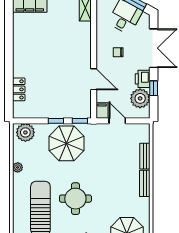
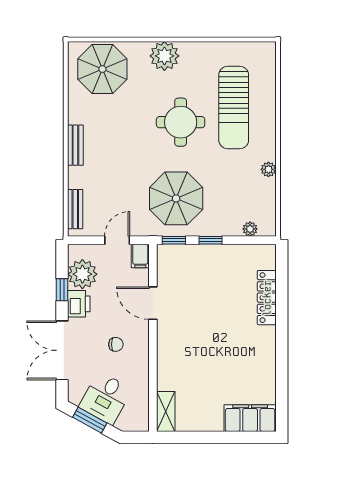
locker: (19, 89) -> (267, 298), width x1.53
door: (117, 121) -> (117, 240), swing flipped
plant: (25, 132) -> (250, 229), width x0.53, depth x0.53
parasol: (67, 143) -> (176, 198), moved
bench: (145, 156) -> (75, 209), moved

